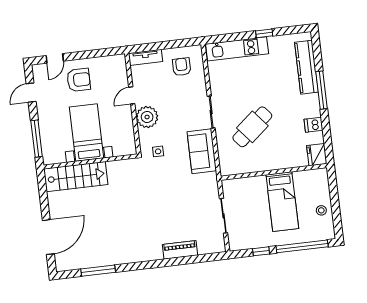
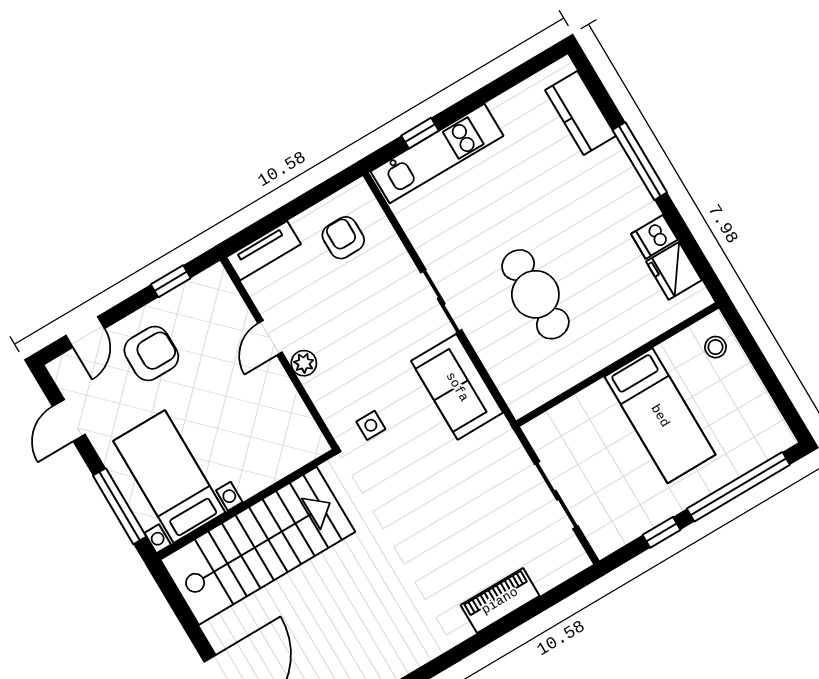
window: (264, 33) -> (420, 133), moved
window: (100, 53) -> (171, 281), added
kitchen counter: (306, 67) -> (580, 113), width x0.67
plant: (147, 117) -> (304, 363), width x0.53, depth x0.53
cafe table: (252, 127) -> (535, 294), turned -50
bed with nightstands: (87, 133) -> (169, 477), moved
fridge: (317, 155) -> (674, 271), moved
stairs: (76, 177) -> (258, 546), width x1.36, depth x1.51
stool: (321, 210) -> (716, 347), moved

